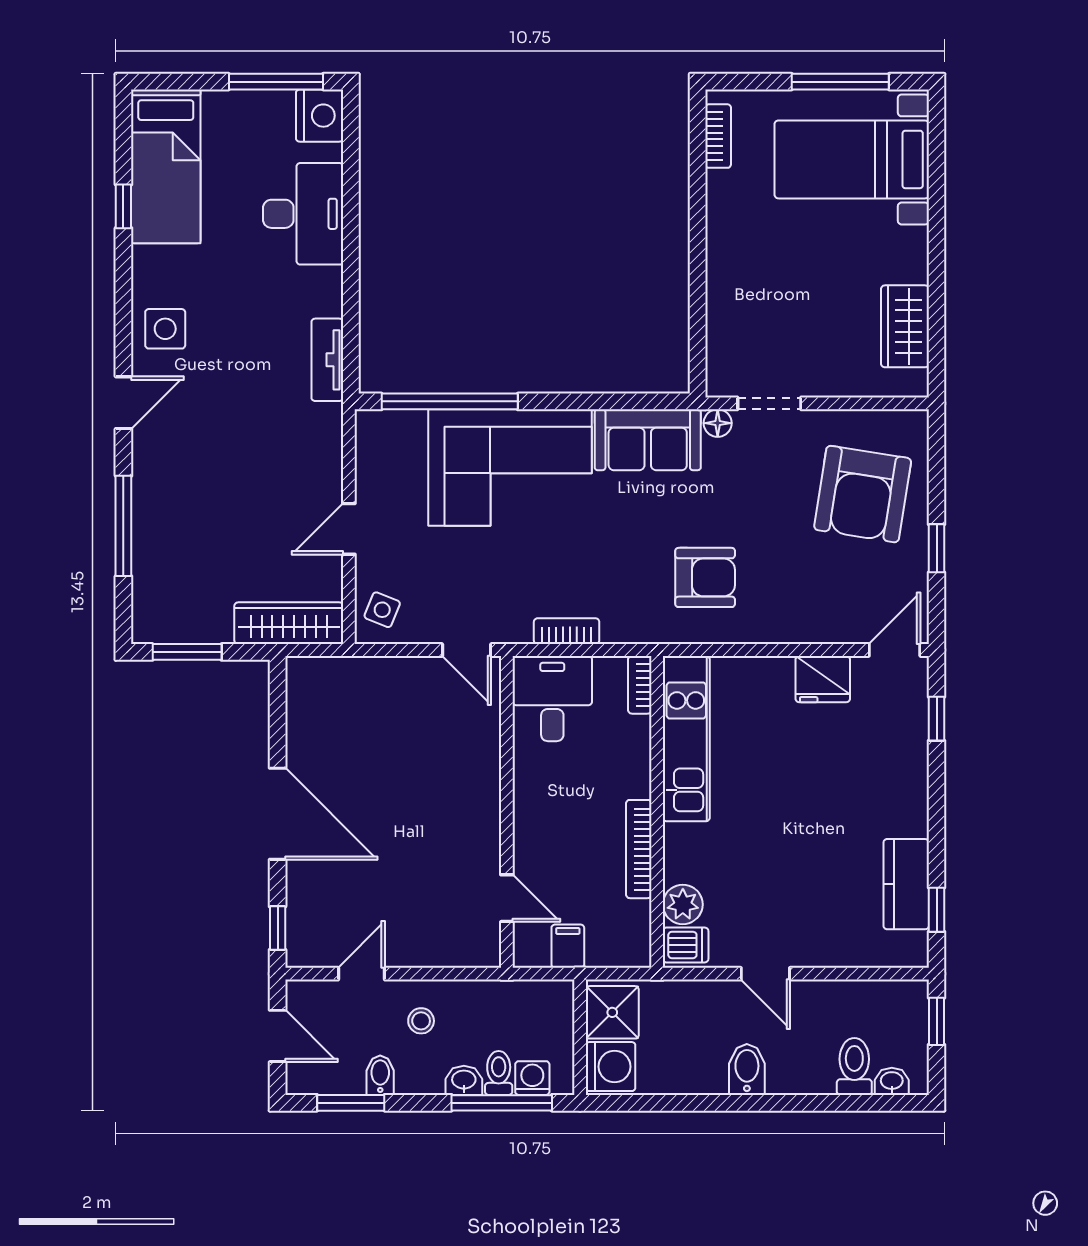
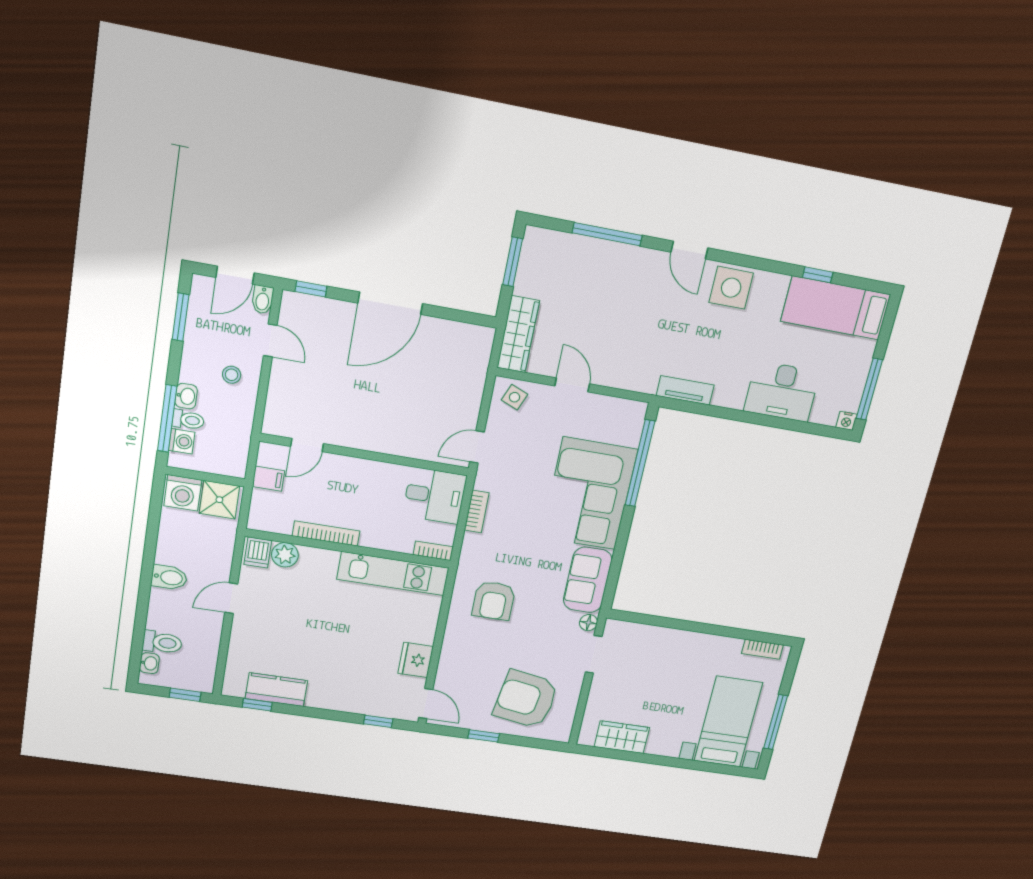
nightstand: (320, 116) -> (846, 421), width x0.53, depth x0.56
side table: (165, 329) -> (731, 288), width x1.37, depth x1.37
bidet: (380, 1075) -> (263, 300), moved, turned 90

